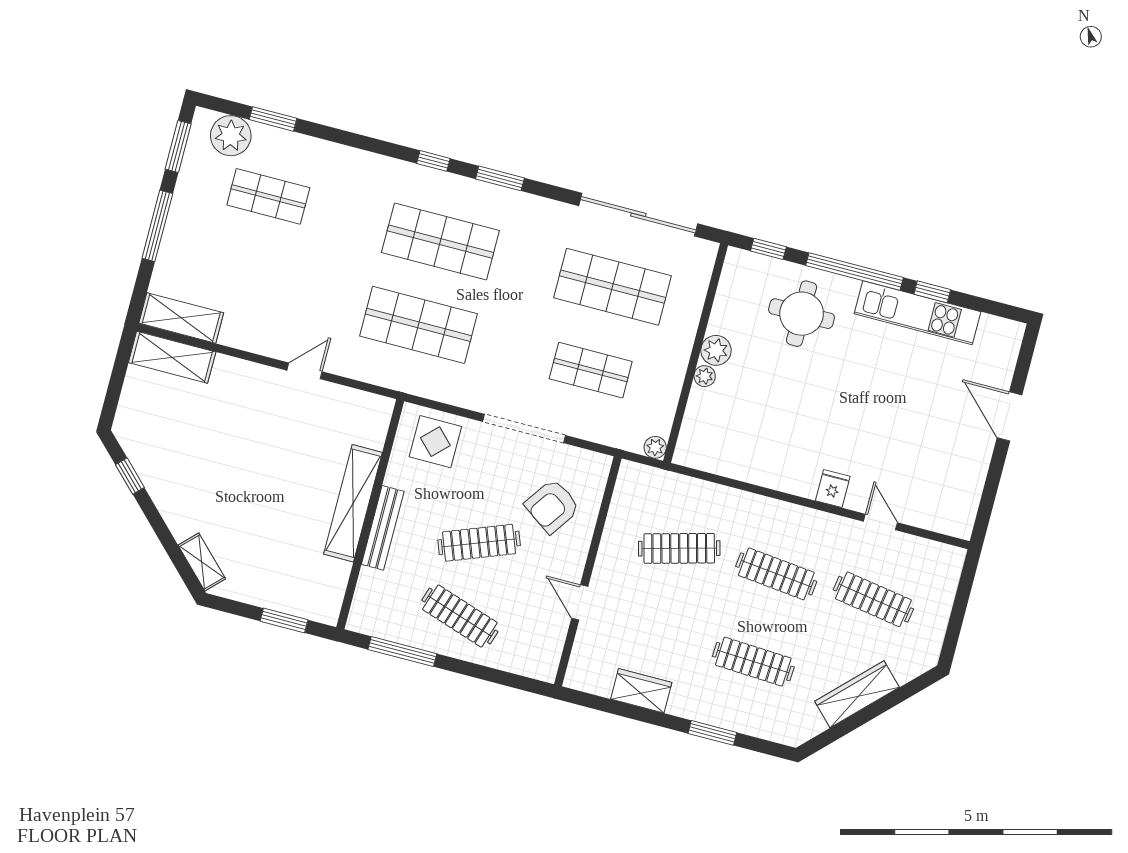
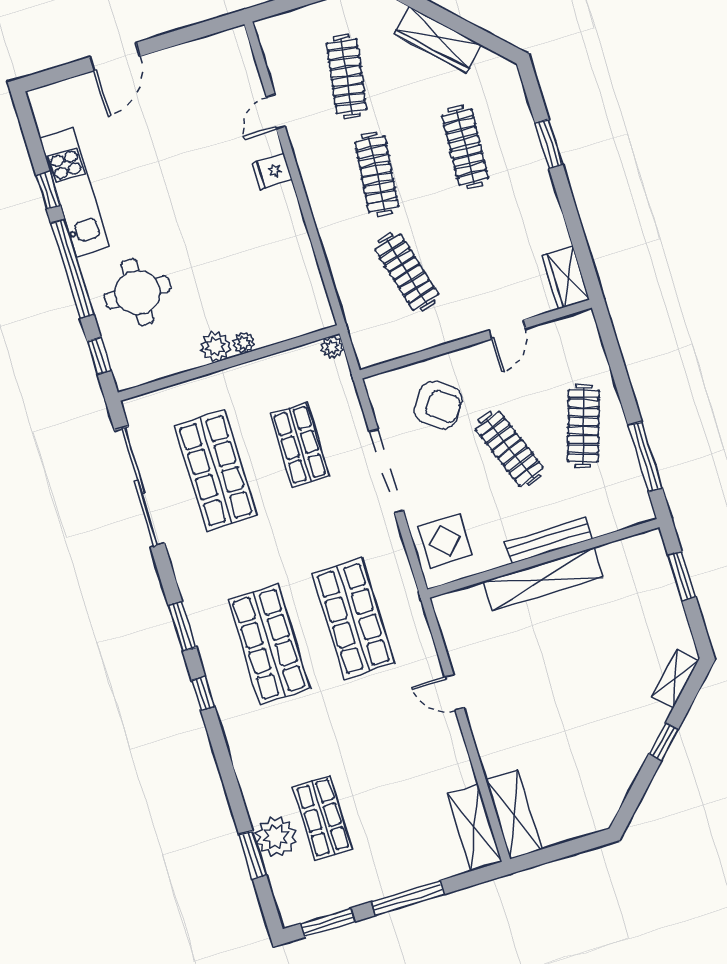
plant: (231, 136) -> (276, 837), moved
window: (130, 476) -> (664, 742), moved
wardrobe: (641, 691) -> (566, 278), moved

